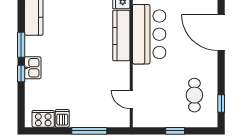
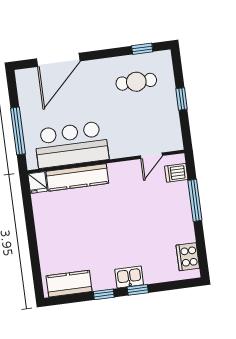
window: (21, 45) -> (104, 294), width x0.67
dishwasher: (62, 118) -> (176, 173), moved

